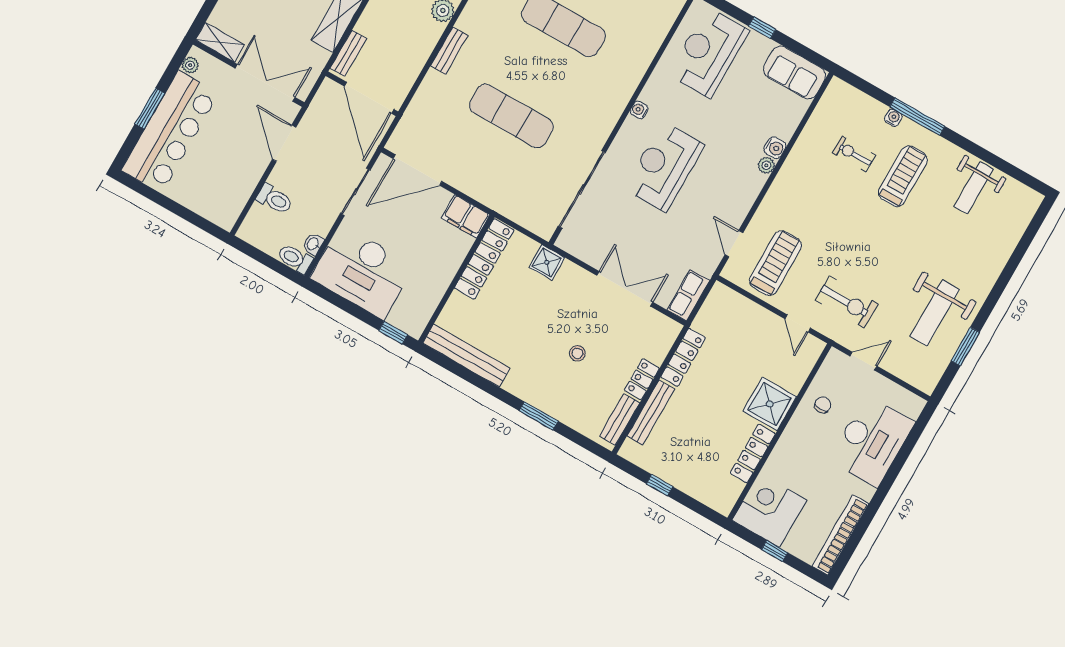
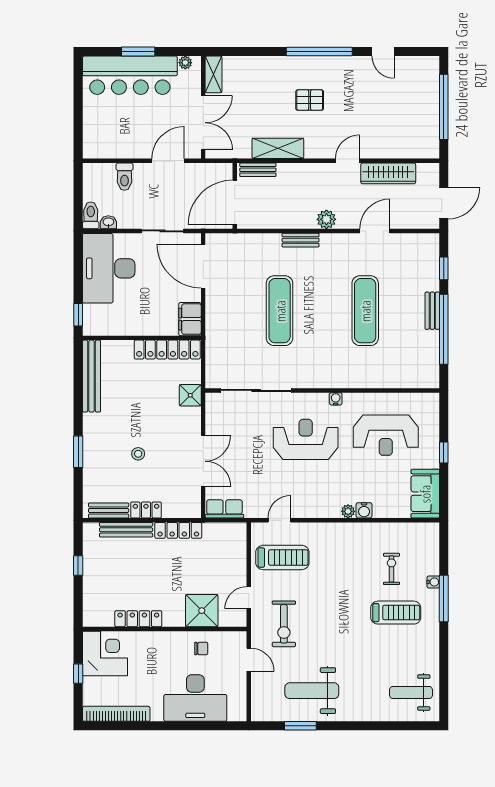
reception desk: (709, 52) -> (386, 435), moved, turned 180
weight bench: (974, 188) -> (411, 693), moved
shower: (770, 404) -> (202, 611), moved

